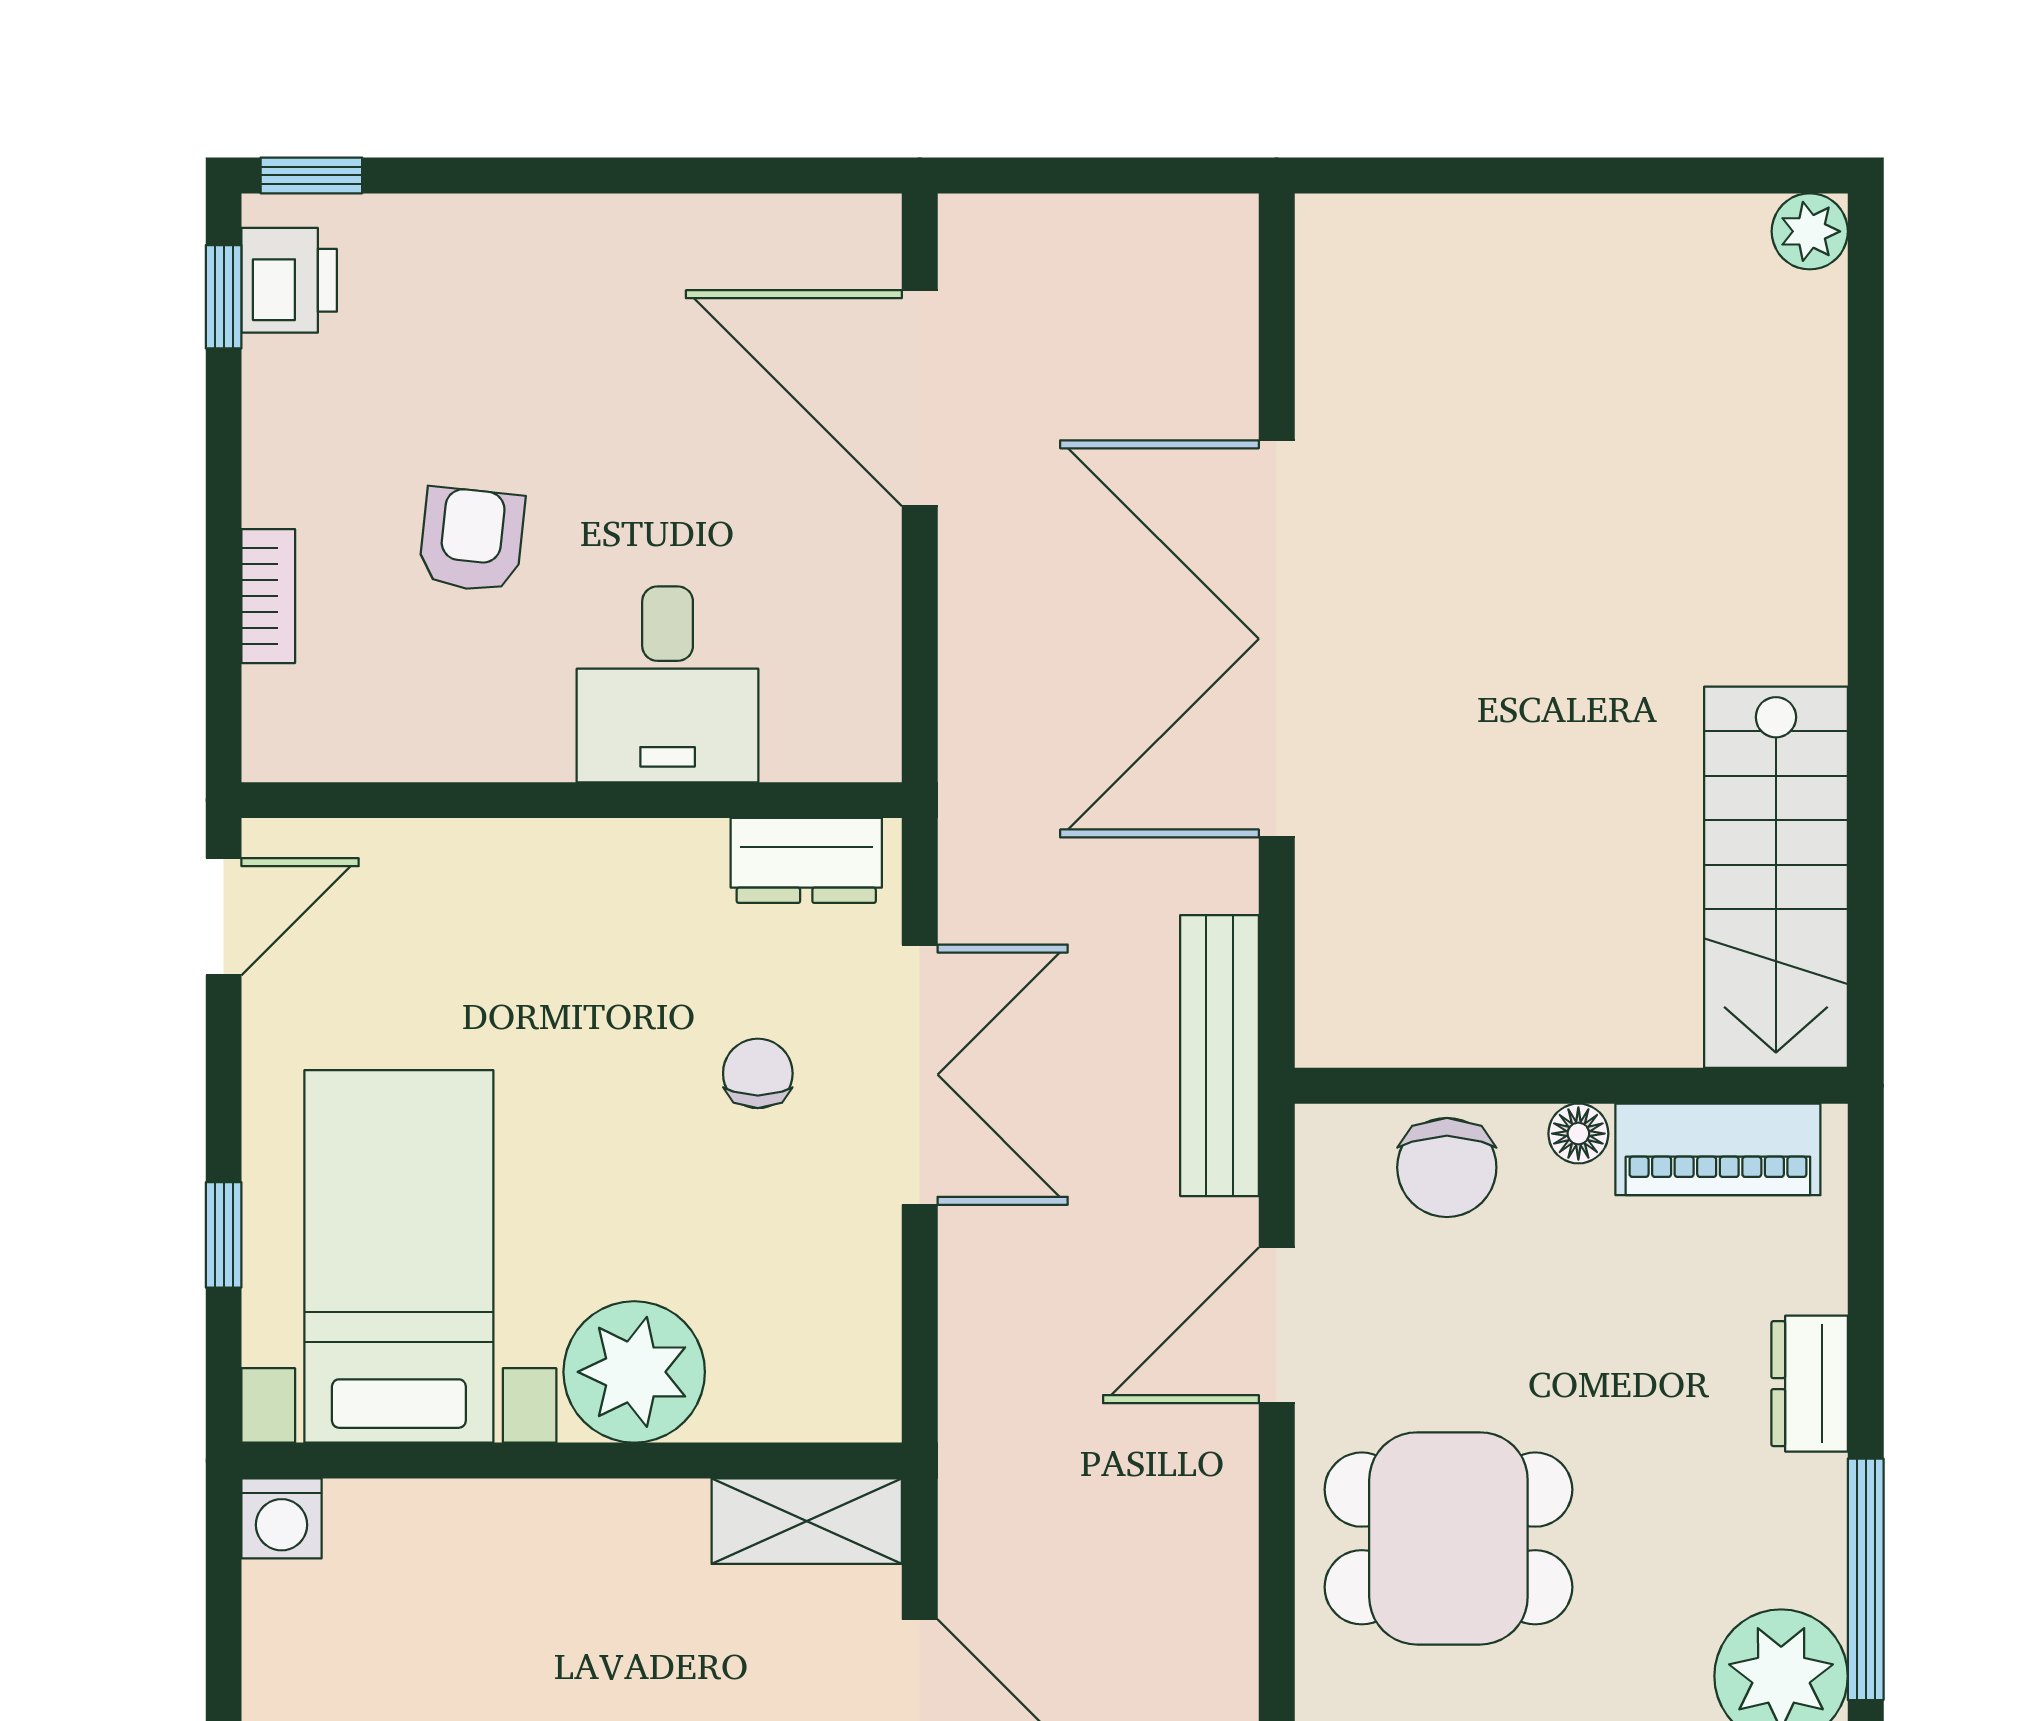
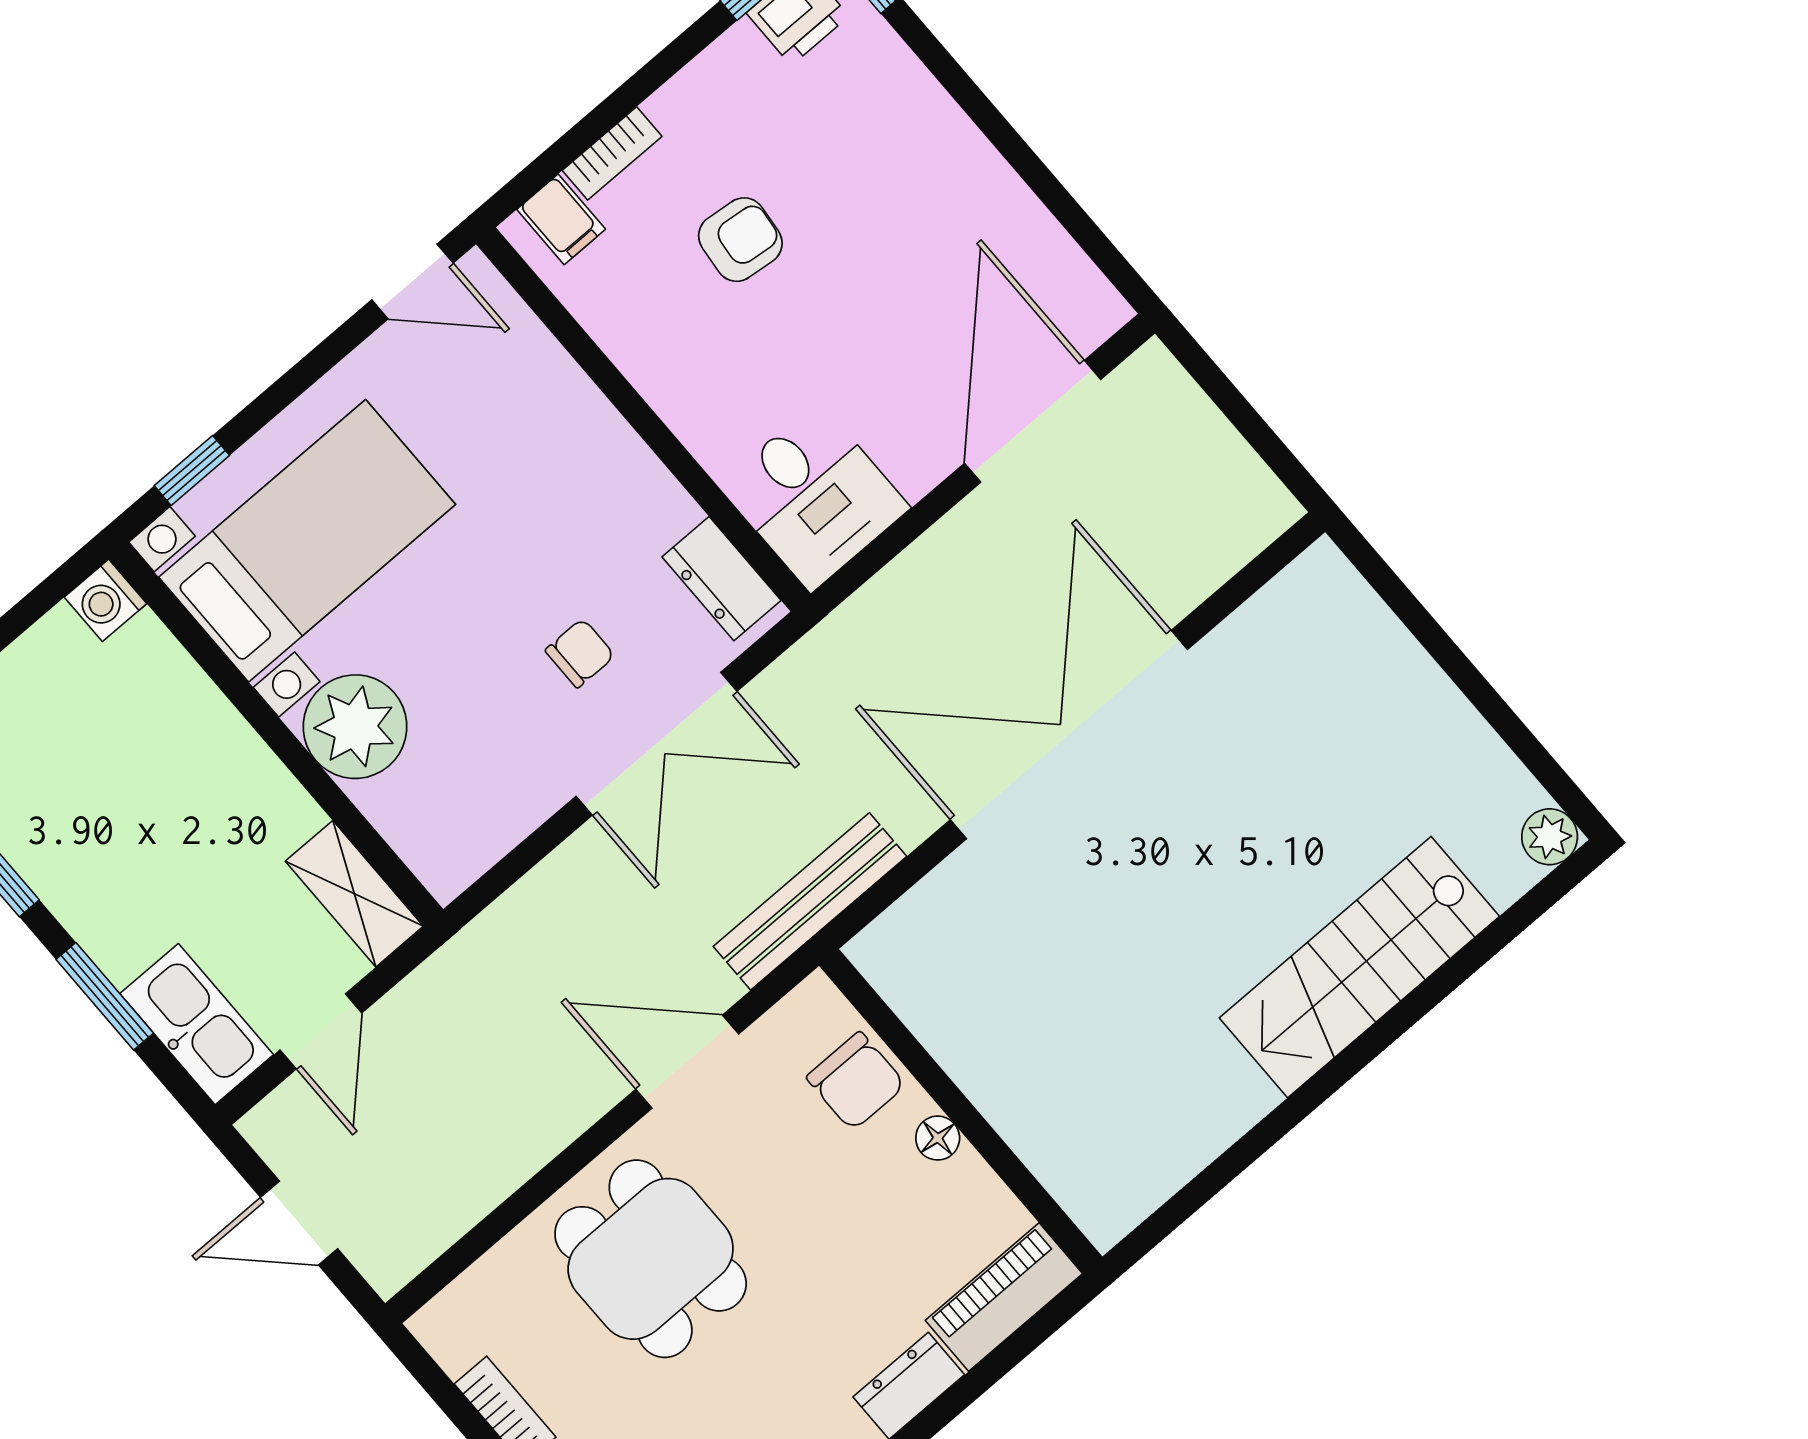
desk: (668, 684) -> (814, 497), moved, turned -90
filing cabinet: (291, 708) -> (561, 219), added
stairs: (1776, 877) -> (1359, 967), moved
piano: (1718, 1149) -> (1004, 1297), moved, turned 90
chair: (1447, 1167) -> (856, 1081), turned -90
window: (224, 1235) -> (192, 471), moved

